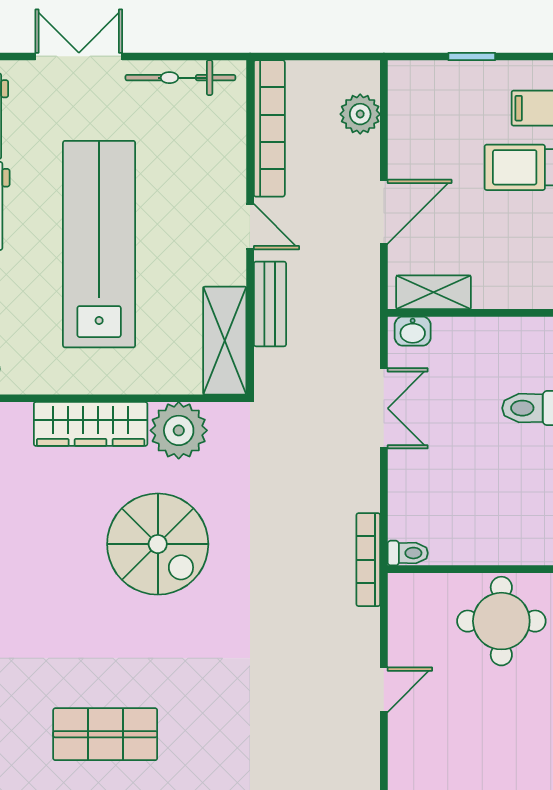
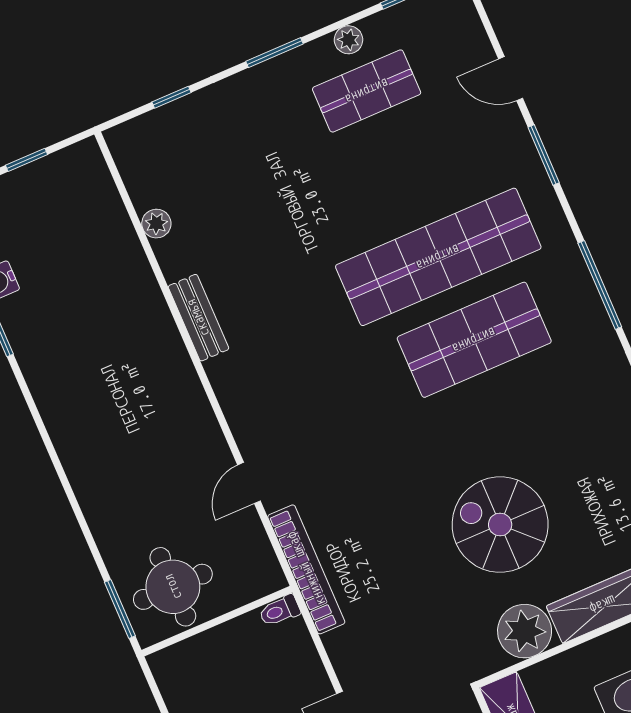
bookcase: (368, 560) -> (306, 569), width x1.48, depth x1.31
shop shelf: (105, 734) -> (474, 340), width x1.43, depth x1.36

